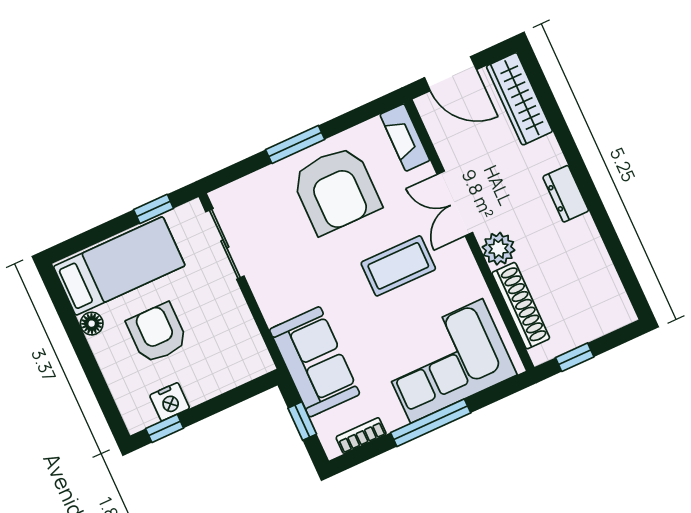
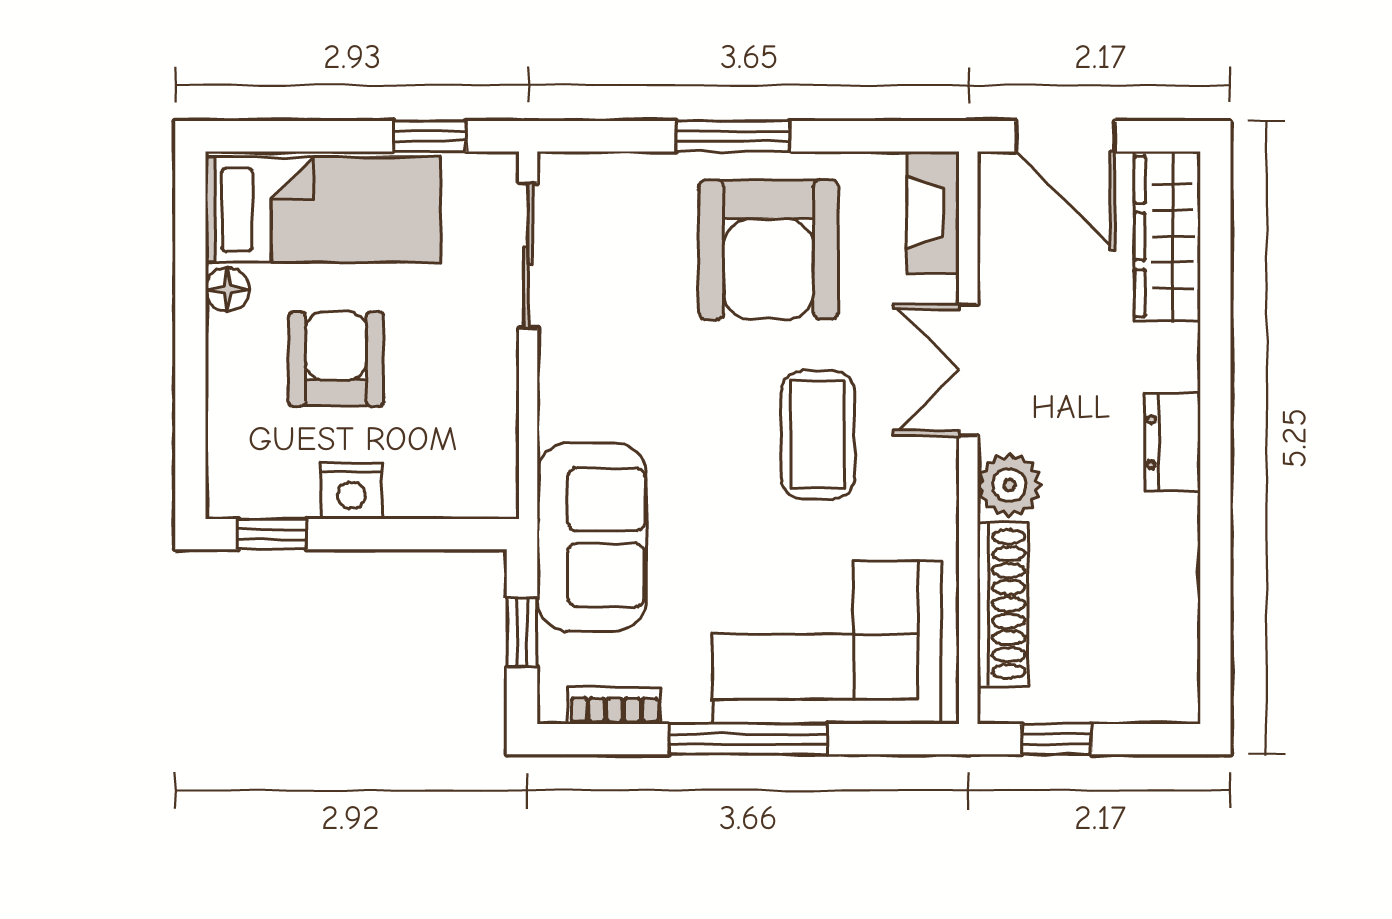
coffee table: (398, 266) -> (818, 435), turned 90
nightstand: (170, 402) -> (351, 491), moved

